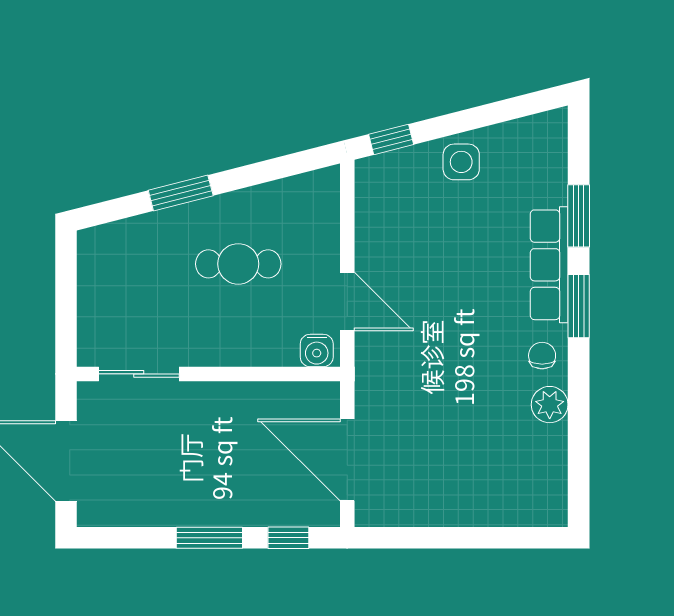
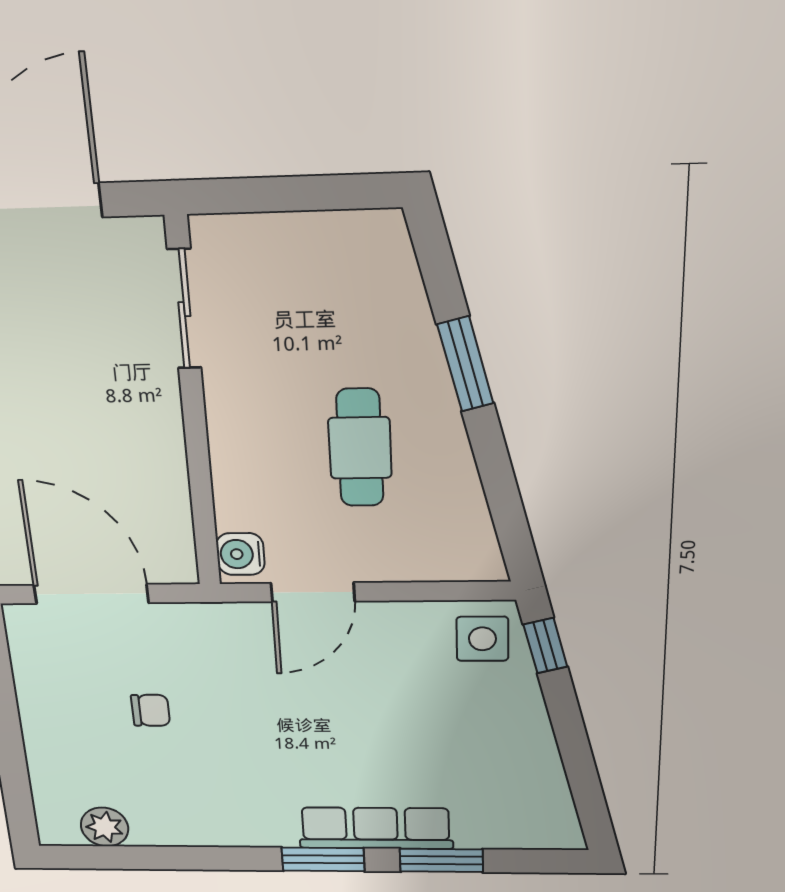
side table: (461, 162) -> (482, 639), moved
chair: (542, 356) -> (151, 710), moved
plant: (550, 405) -> (105, 827), moved
door: (347, 460) -> (91, 594), hinge flipped

